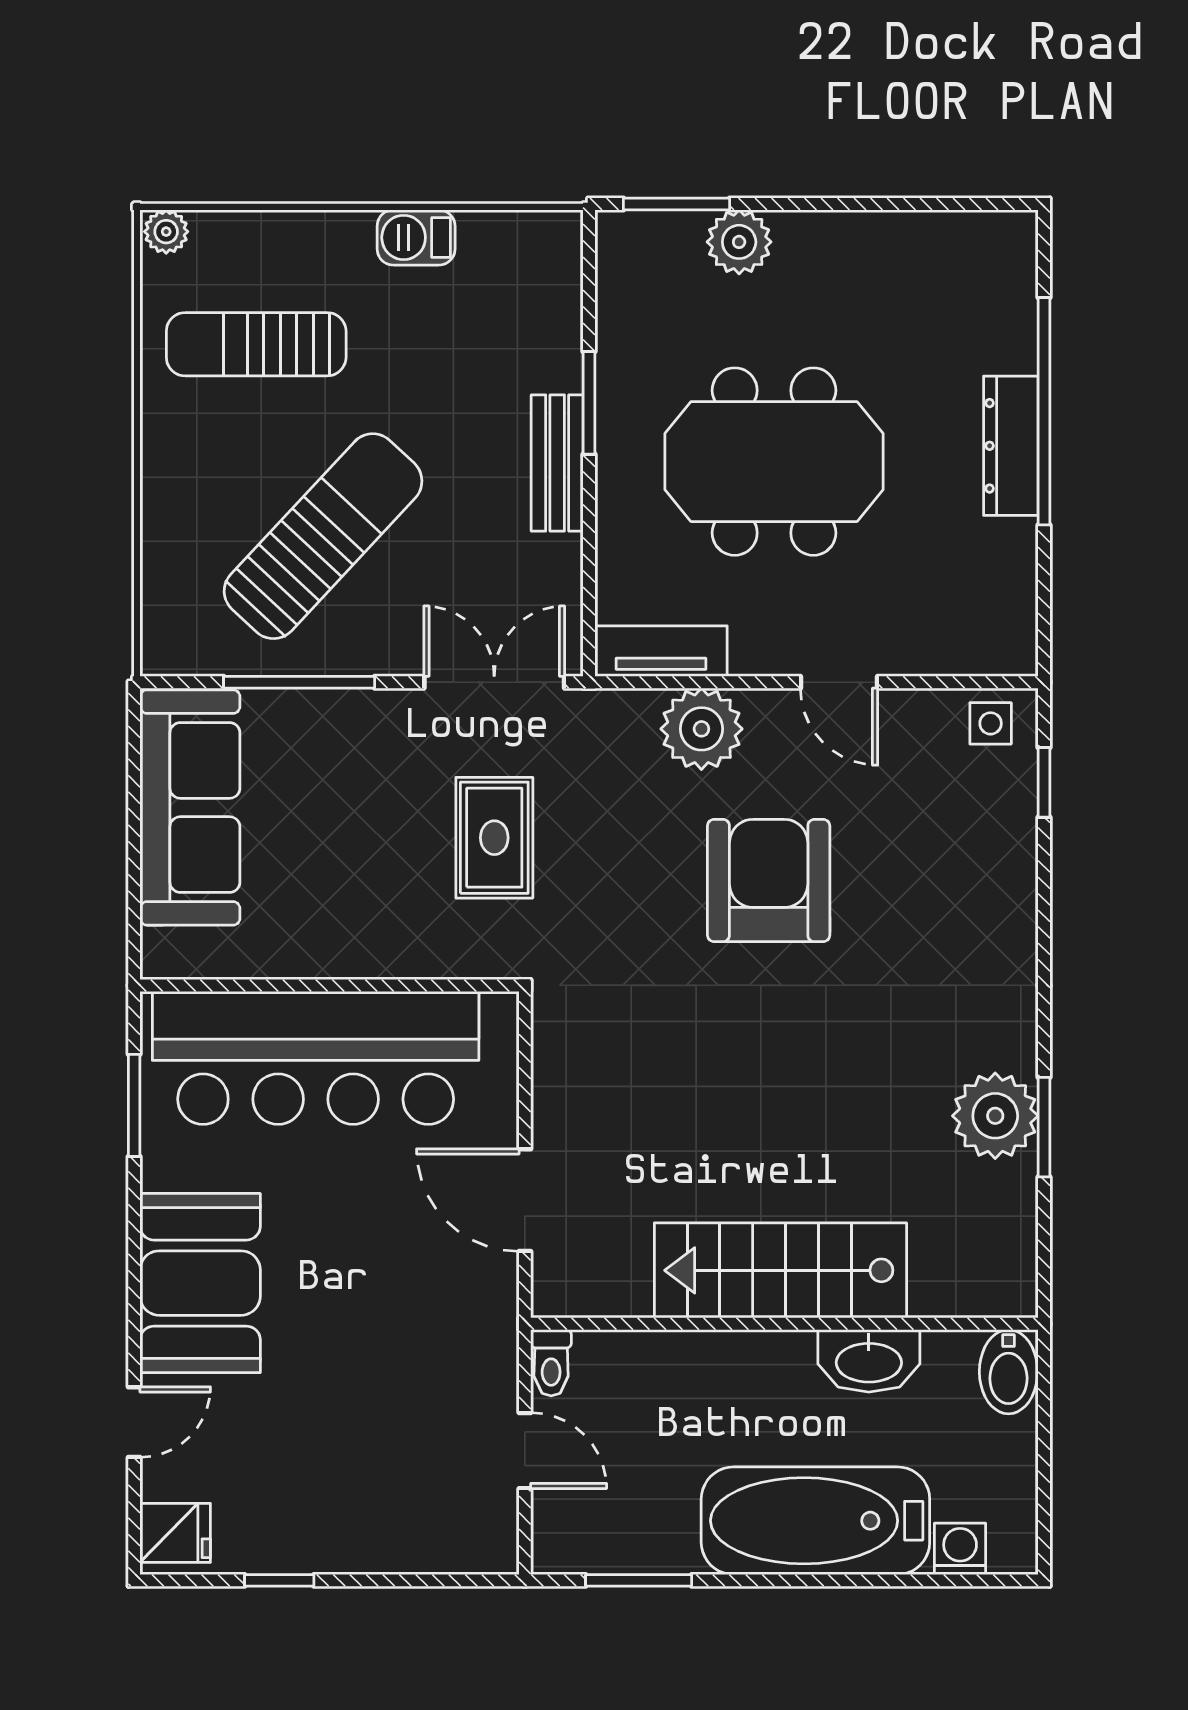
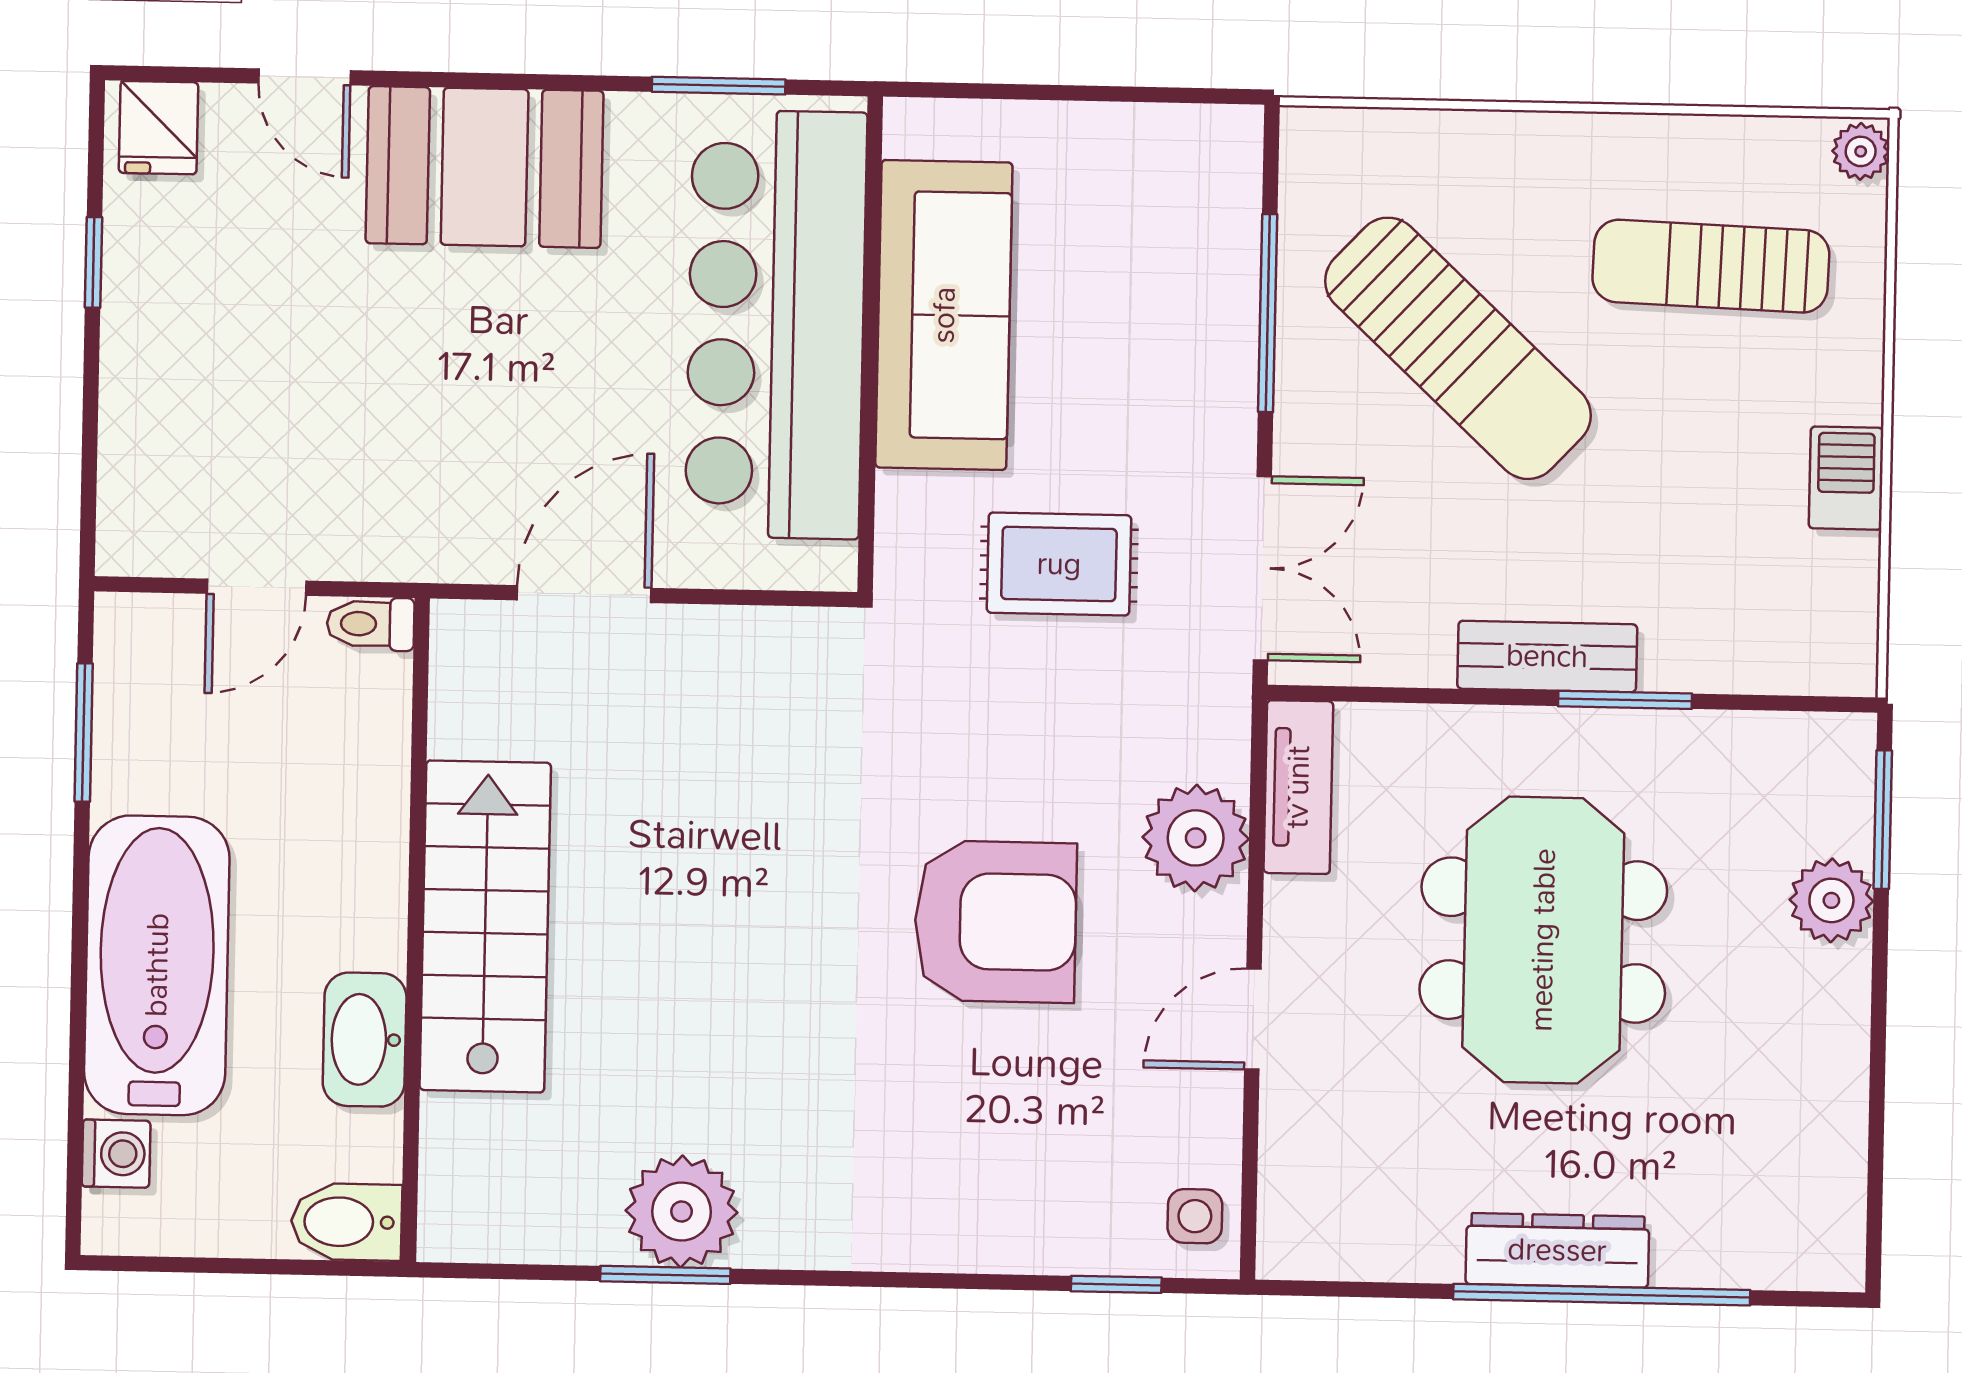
sun lounger: (256, 344) -> (1711, 266), turned -88
sofa: (190, 807) -> (944, 315), moved, turned -90

